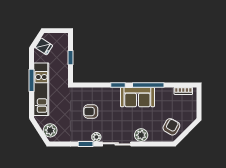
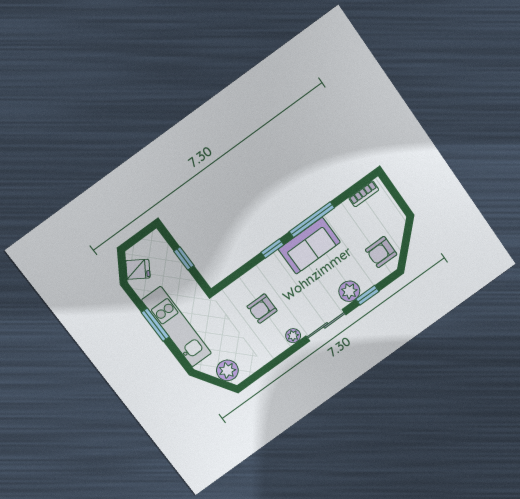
armchair: (171, 127) -> (381, 252), turned -119
window: (86, 144) -> (367, 295), moved

